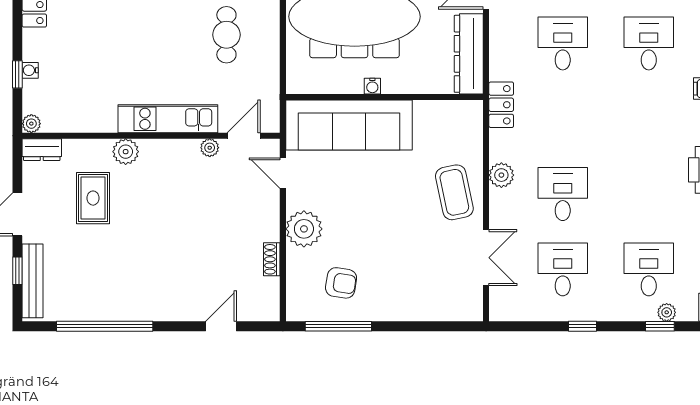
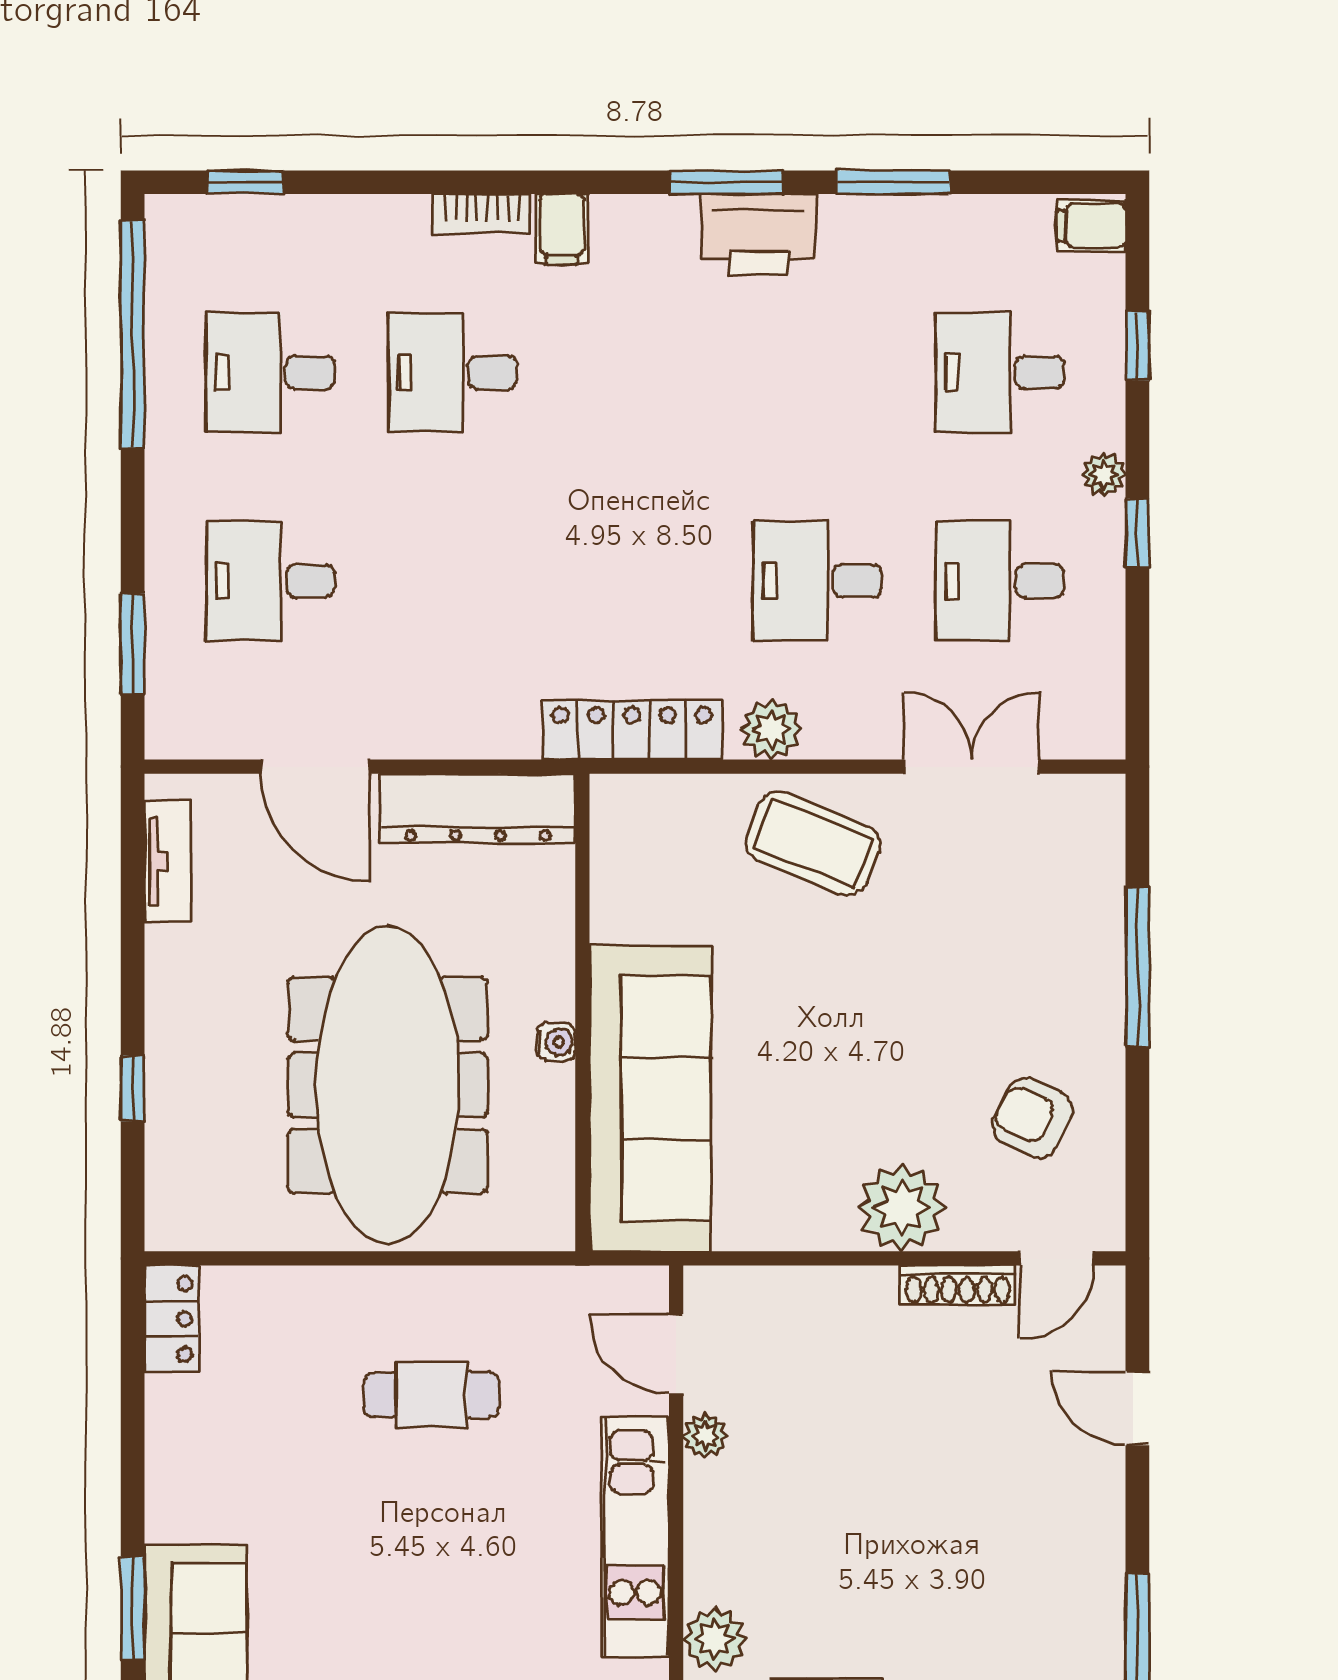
desk: (563, 43) -> (453, 581), removed
locker: (501, 105) -> (632, 730), width x1.53
door: (283, 173) -> (1057, 1258), moved
coffee table: (454, 192) -> (813, 843), turned 34
shoe rack: (272, 259) -> (958, 1285), width x1.43
armchair: (341, 283) -> (1033, 1118), turned -75
plant: (667, 312) -> (1104, 475), moved
window: (338, 326) -> (1137, 967), moved

